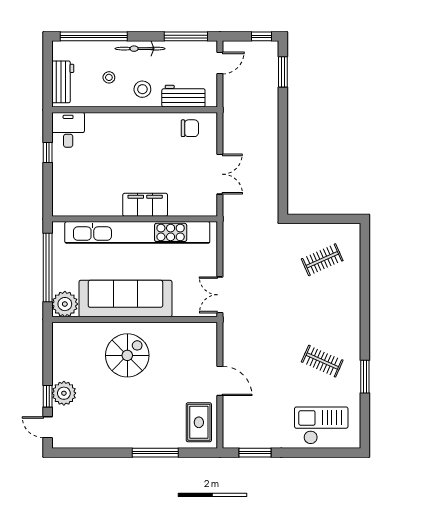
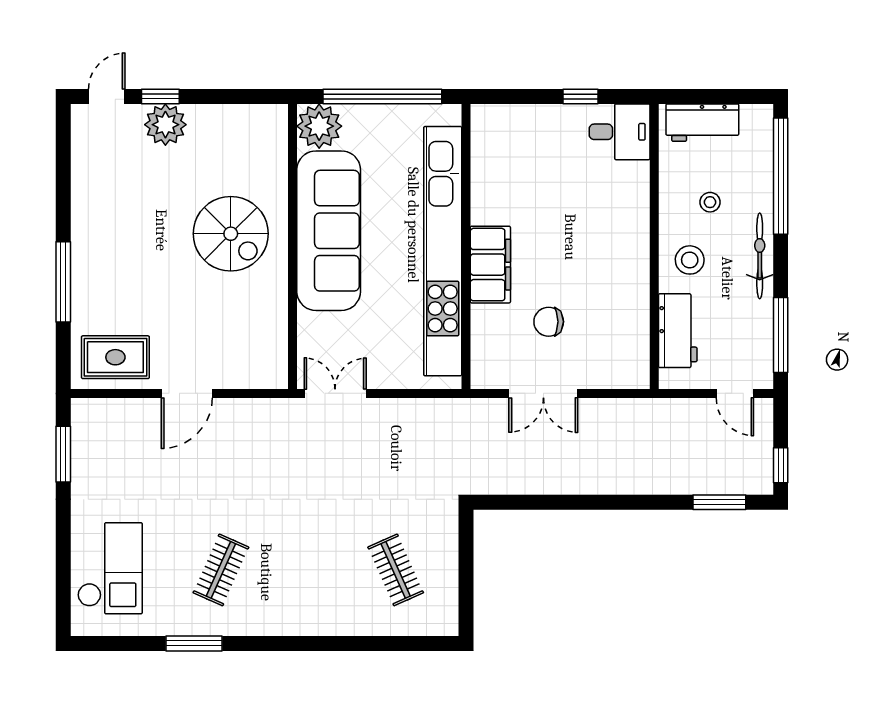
chair: (190, 128) -> (549, 322), moved, turned 90

